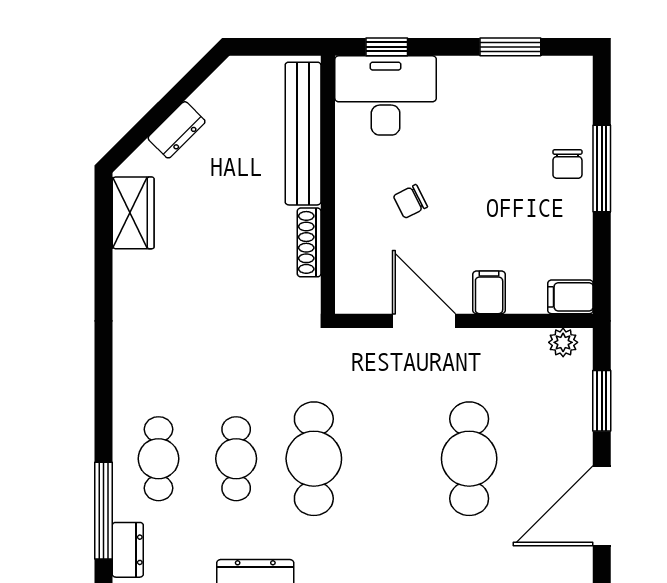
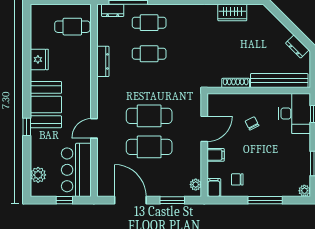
plant: (578, 70) -> (304, 191), added
dresser: (177, 130) -> (297, 47), moved
chair: (567, 164) -> (237, 179), moved
wardrobe: (133, 213) -> (232, 13), moved
cafe table: (314, 459) -> (149, 116), moved

